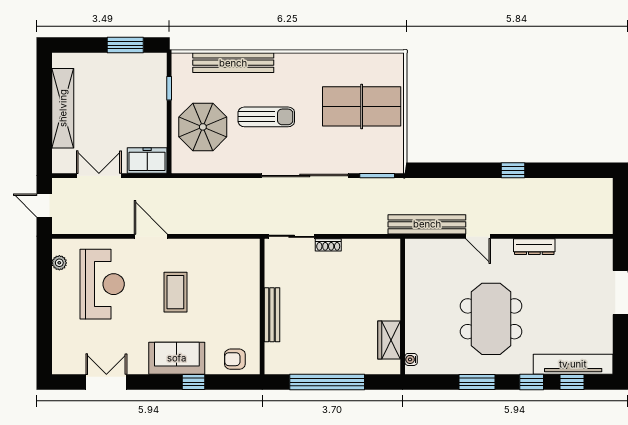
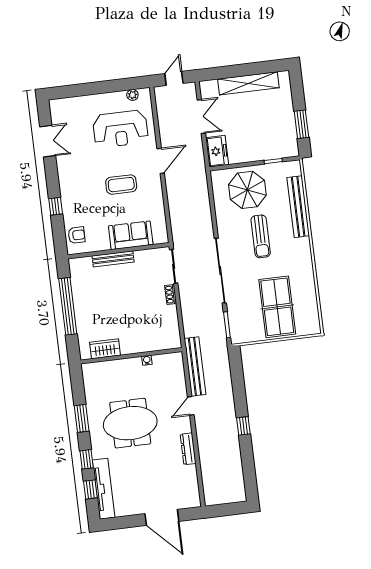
sofa: (177, 358) -> (131, 235), moved, turned -90
armchair: (235, 359) -> (76, 235), turned 90
water cooler: (411, 359) -> (147, 360), moved

